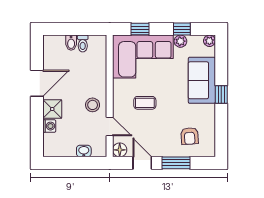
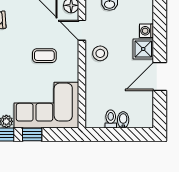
window: (140, 29) -> (32, 134), moved

